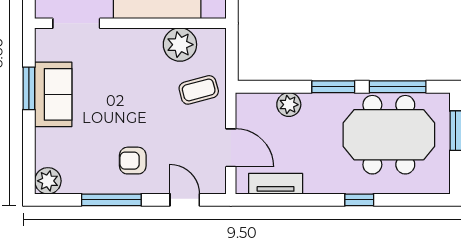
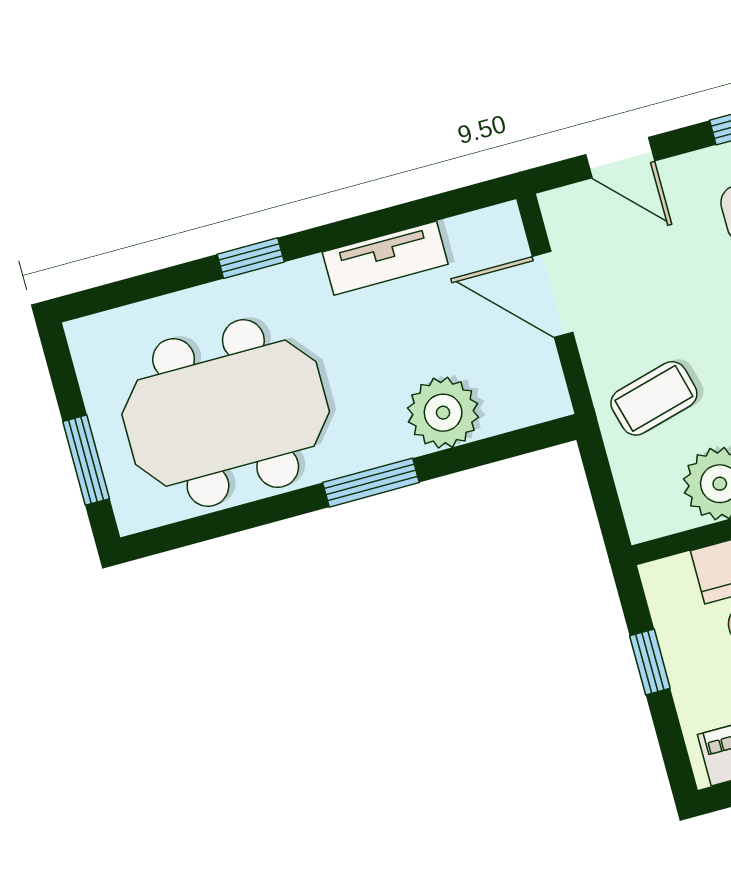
window: (398, 87) -> (234, 520), removed
plant: (289, 105) -> (443, 413), width x1.36, depth x1.36
tv unit: (276, 184) -> (385, 258), moved

